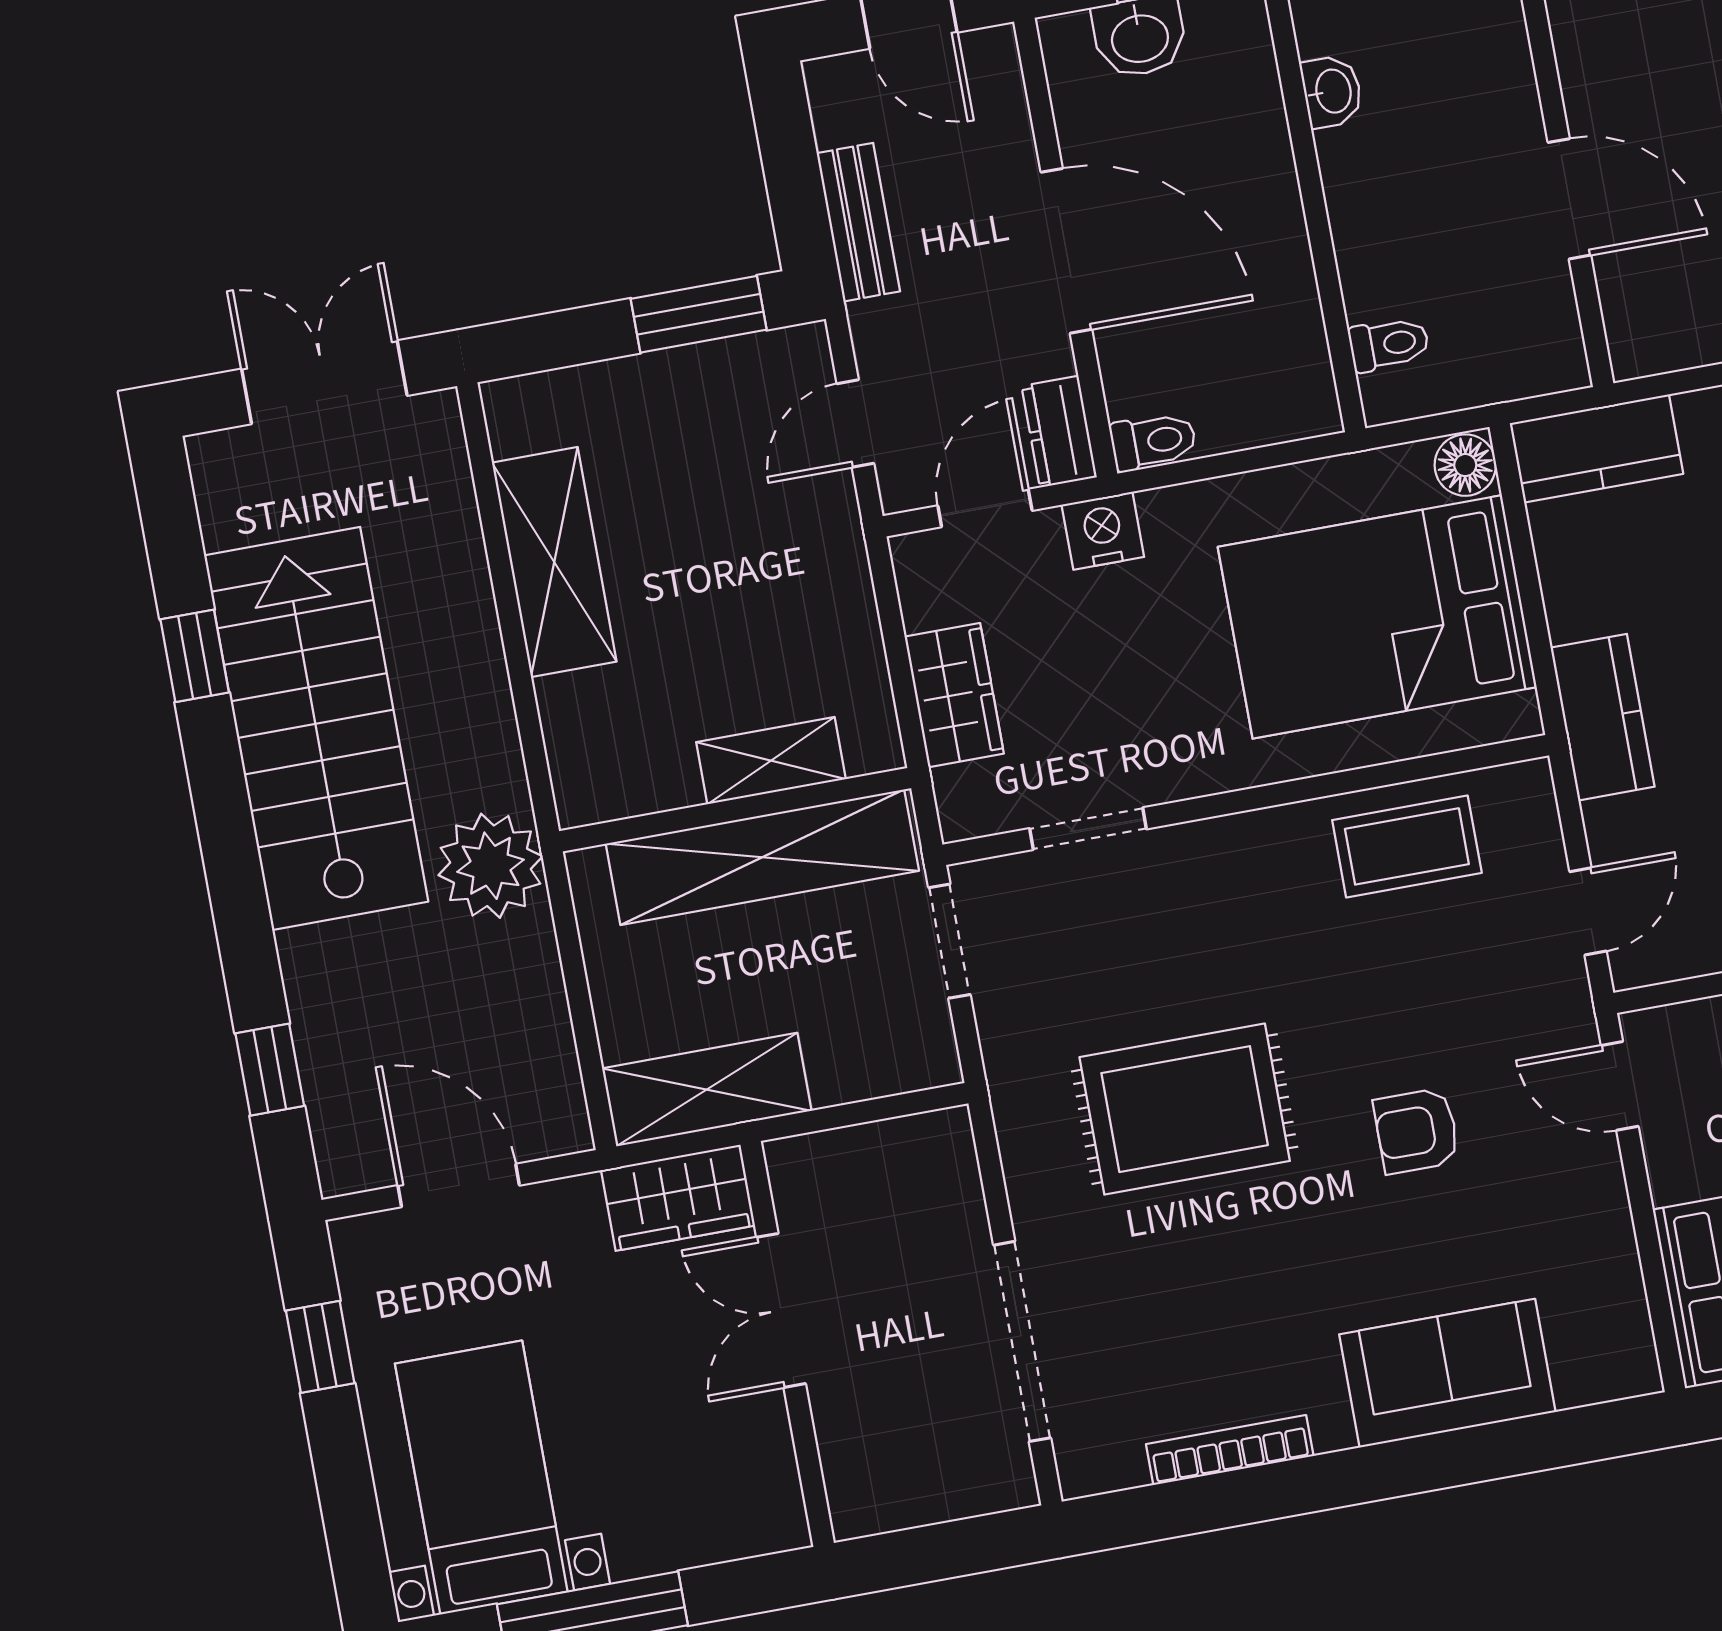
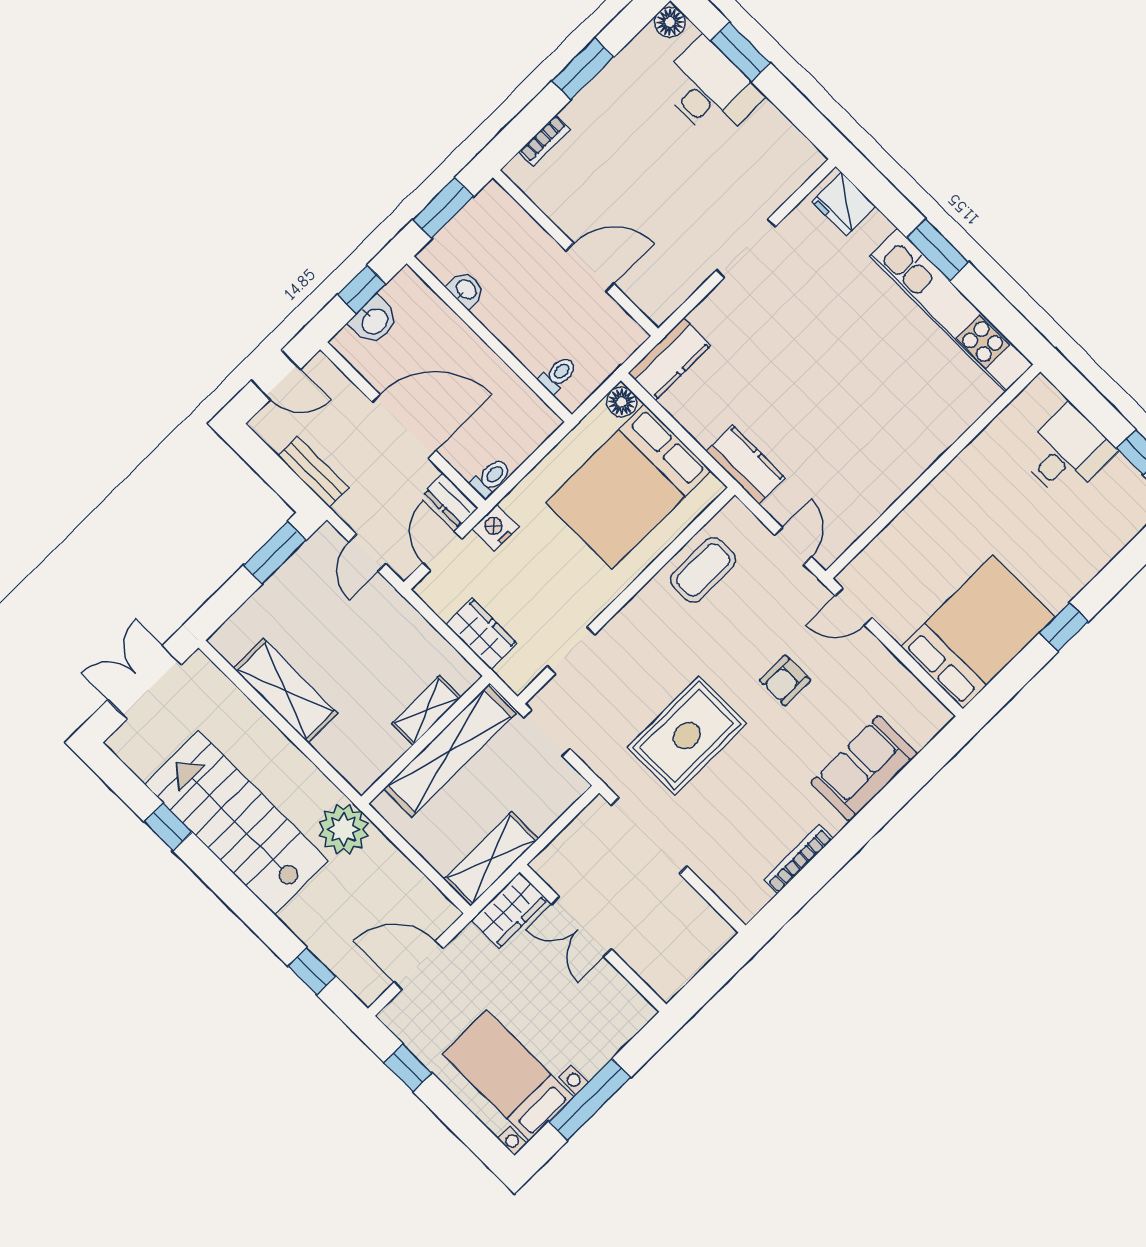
doorway: (1022, 1341) -> (649, 836), moved

